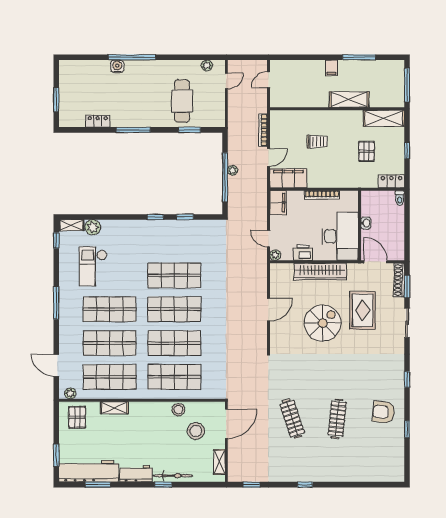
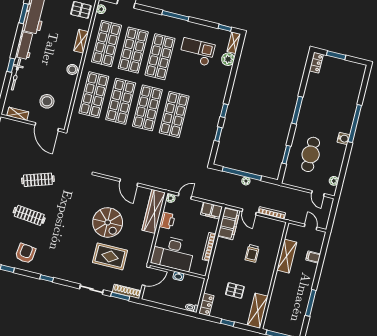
water cooler: (117, 66) -> (343, 138), moved
filing cabinet: (331, 68) -> (313, 257), moved
shelving: (349, 100) -> (287, 256), moved
cafe table: (182, 101) -> (311, 154), turned 90
locker: (98, 121) -> (316, 63), moved
wardrobe: (320, 272) -> (154, 211), moved
stool: (178, 410) -> (72, 69), moved

